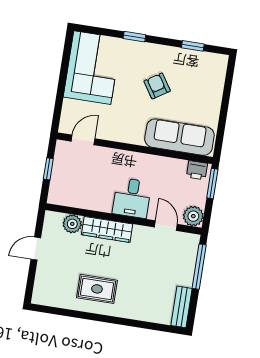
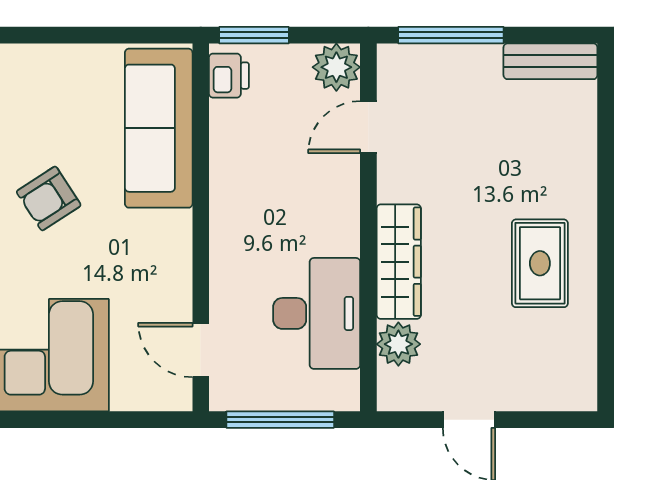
window: (48, 169) -> (280, 420), width x2.17
desk: (132, 198) -> (317, 313), moved, width x1.37

